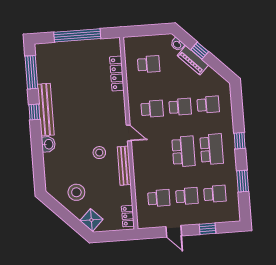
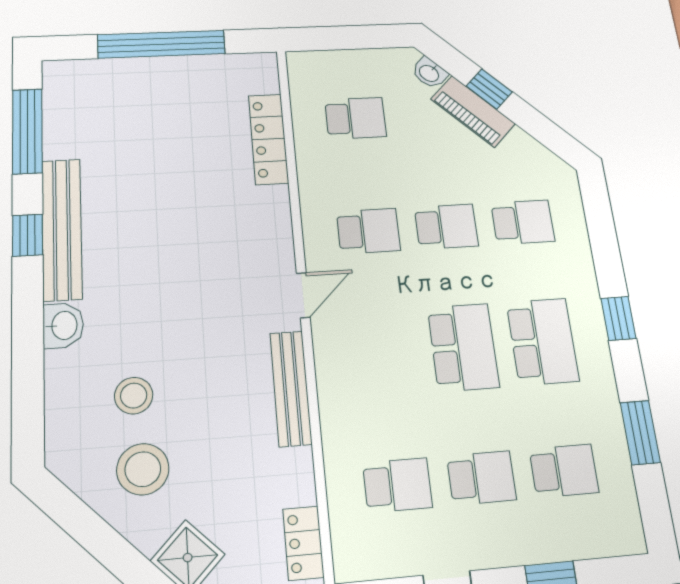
door: (129, 133) -> (303, 295), hinge flipped
stool: (99, 153) -> (134, 396), moved

